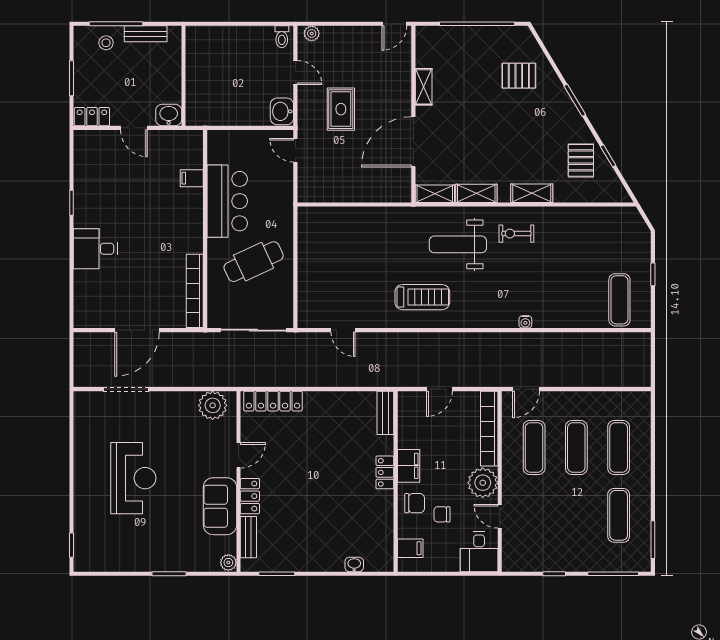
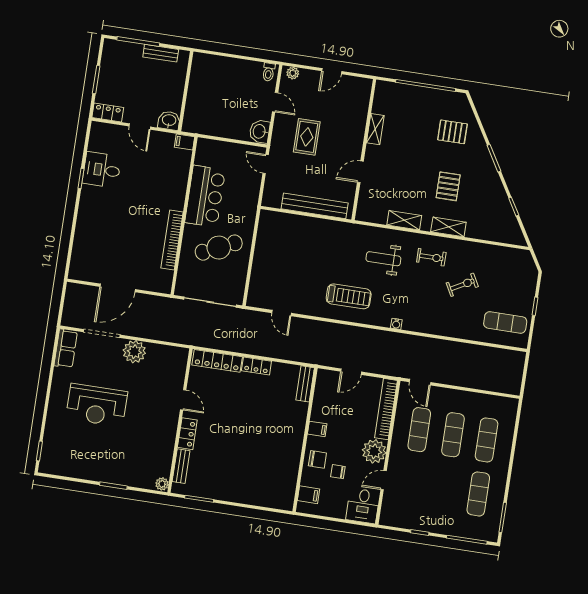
door: (394, 24) -> (332, 71), moved
stool: (106, 43) -> (128, 55), removed
door: (413, 142) -> (360, 172), width x0.53
pallet: (581, 160) -> (448, 186), moved
filing cabinet: (192, 178) -> (185, 142), moved
bench: (363, 192) -> (315, 206), added
shelving: (435, 194) -> (371, 216), removed
exercise bike: (516, 234) -> (431, 257), turned 180
weight bench: (458, 244) -> (383, 259), width x0.73, depth x0.75
desk: (95, 249) -> (102, 170), moved
exercise bike: (560, 262) -> (462, 285), added
bookcase: (195, 291) -> (172, 240), moved
exercise mat: (619, 300) -> (505, 322), turned 90
water cooler: (525, 322) -> (396, 324), moved
door: (526, 389) -> (420, 382), hinge flipped
plant: (213, 405) -> (134, 352), moved
row of seats: (85, 414) -> (66, 349), added
door: (238, 455) -> (183, 400), hinge flipped
filing cabinet: (409, 466) -> (317, 429), width x0.50
locker: (385, 472) -> (256, 366), moved, turned -90
reception desk: (133, 478) -> (97, 405), turned 90
sofa: (220, 506) -> (162, 438), removed
door: (500, 516) -> (384, 480), hinge flipped
washbasin: (354, 564) -> (262, 501), removed

